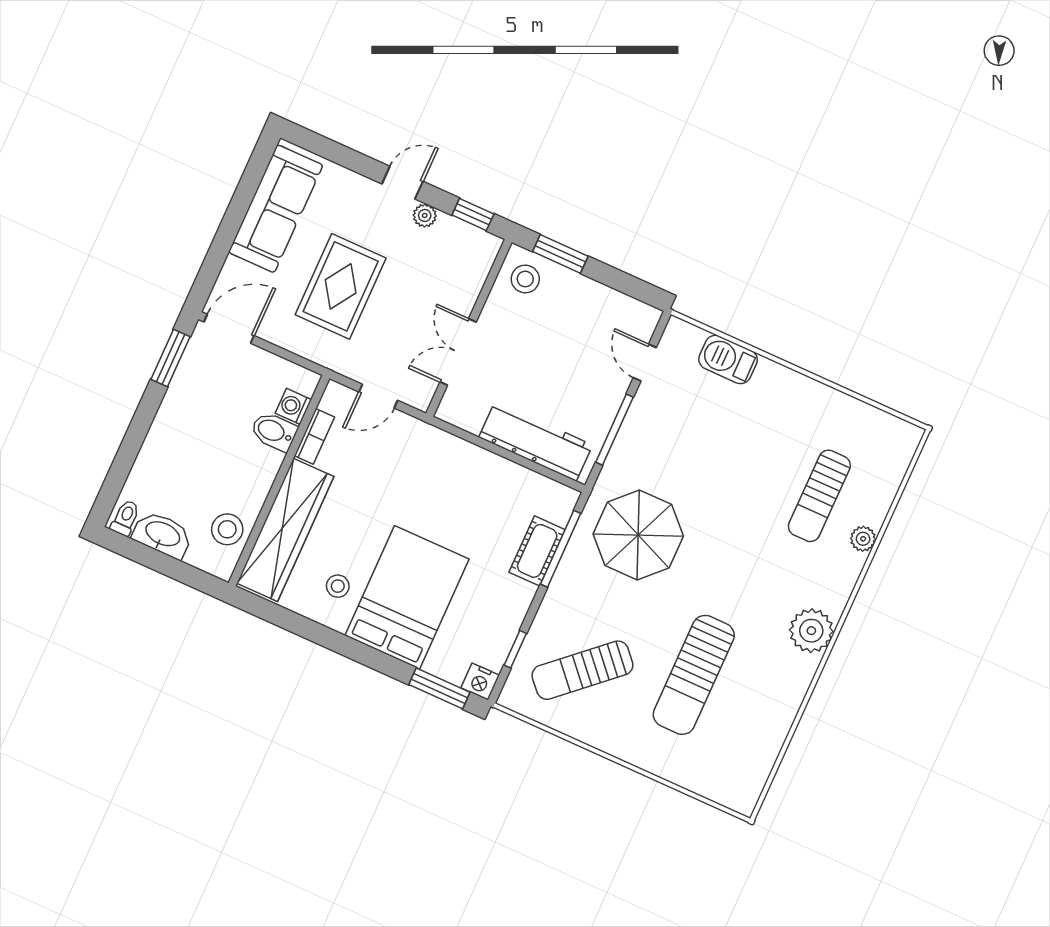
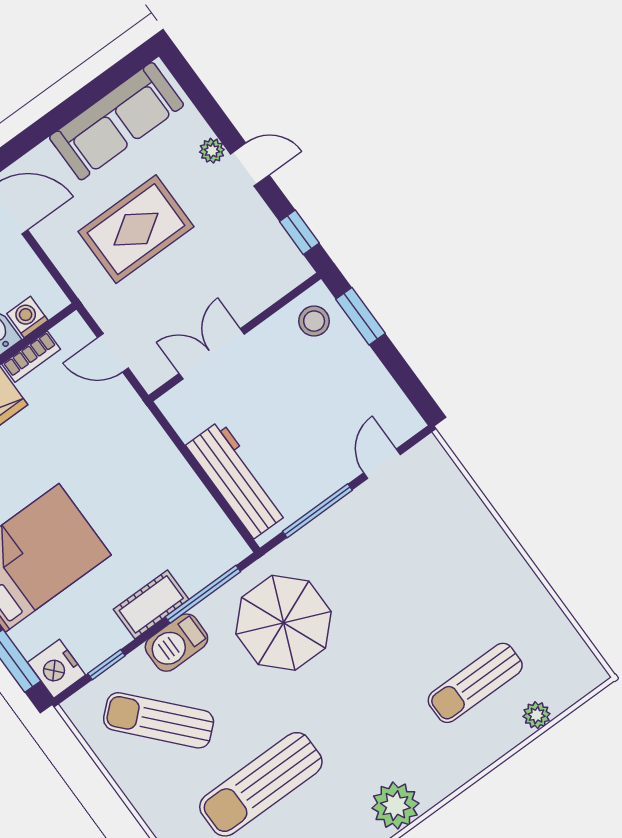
plant: (425, 215) -> (212, 151), moved
barbecue: (728, 359) -> (176, 643), moved, turned -90
plant: (863, 539) -> (537, 715), moved
cot: (537, 551) -> (151, 604), moved
nightstand: (480, 682) -> (57, 669), width x1.36, depth x1.33

